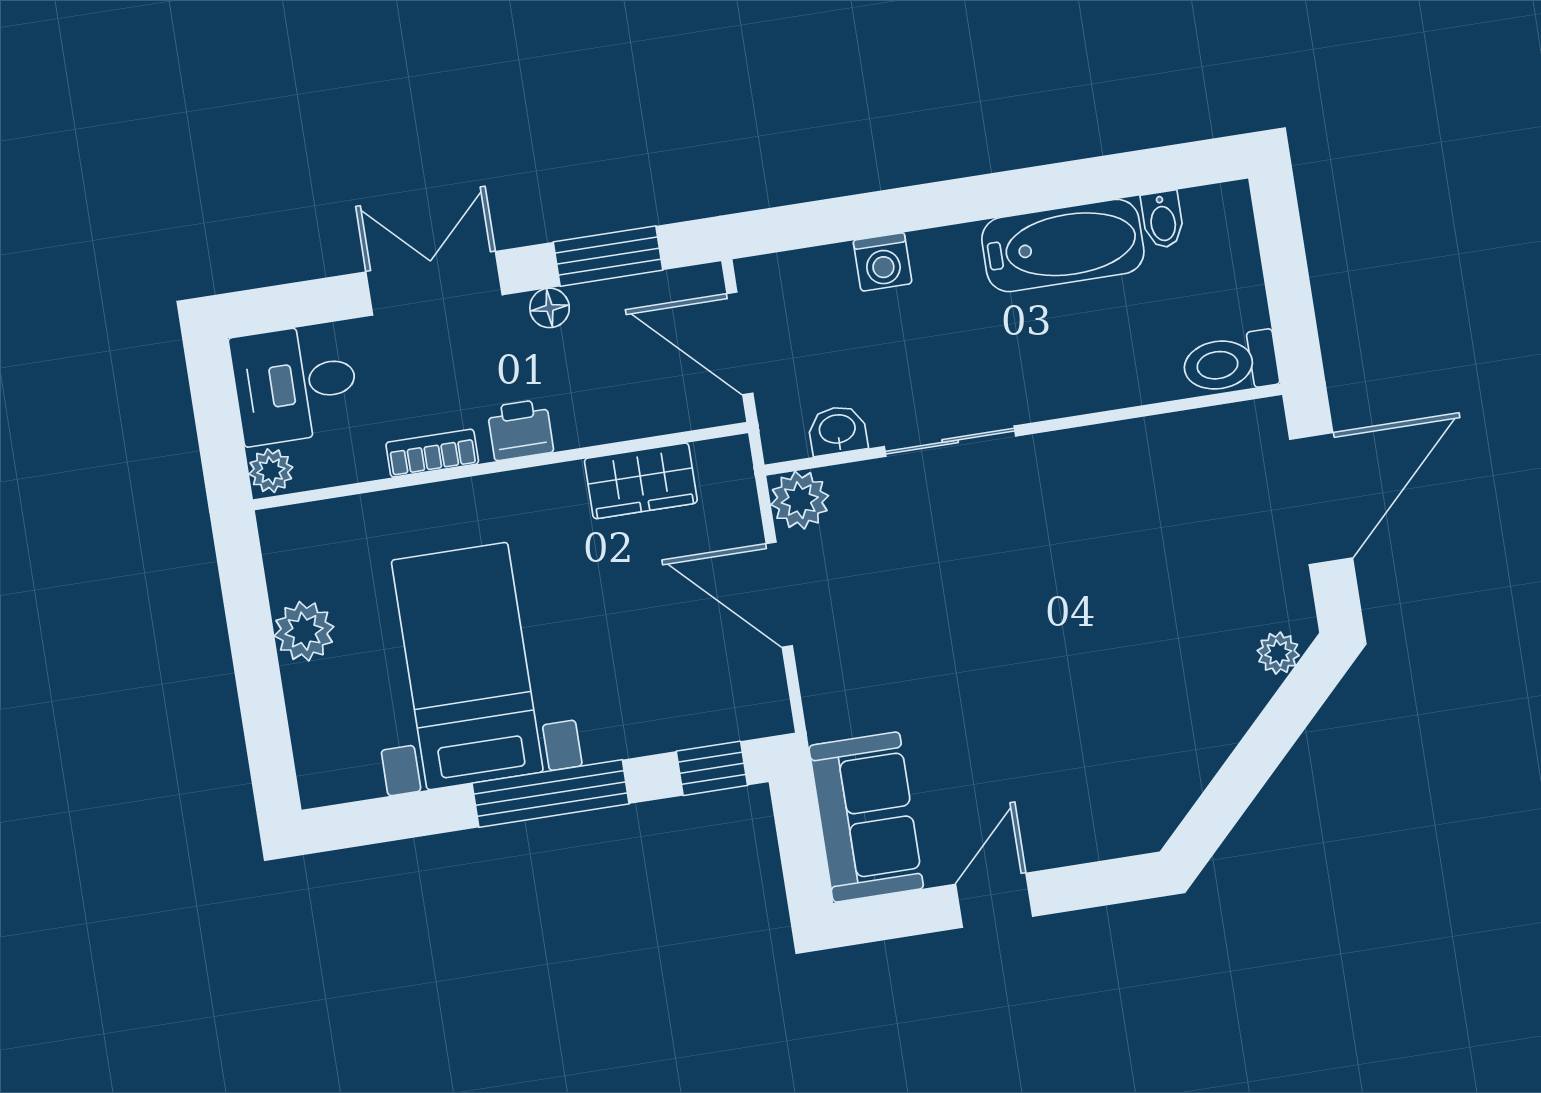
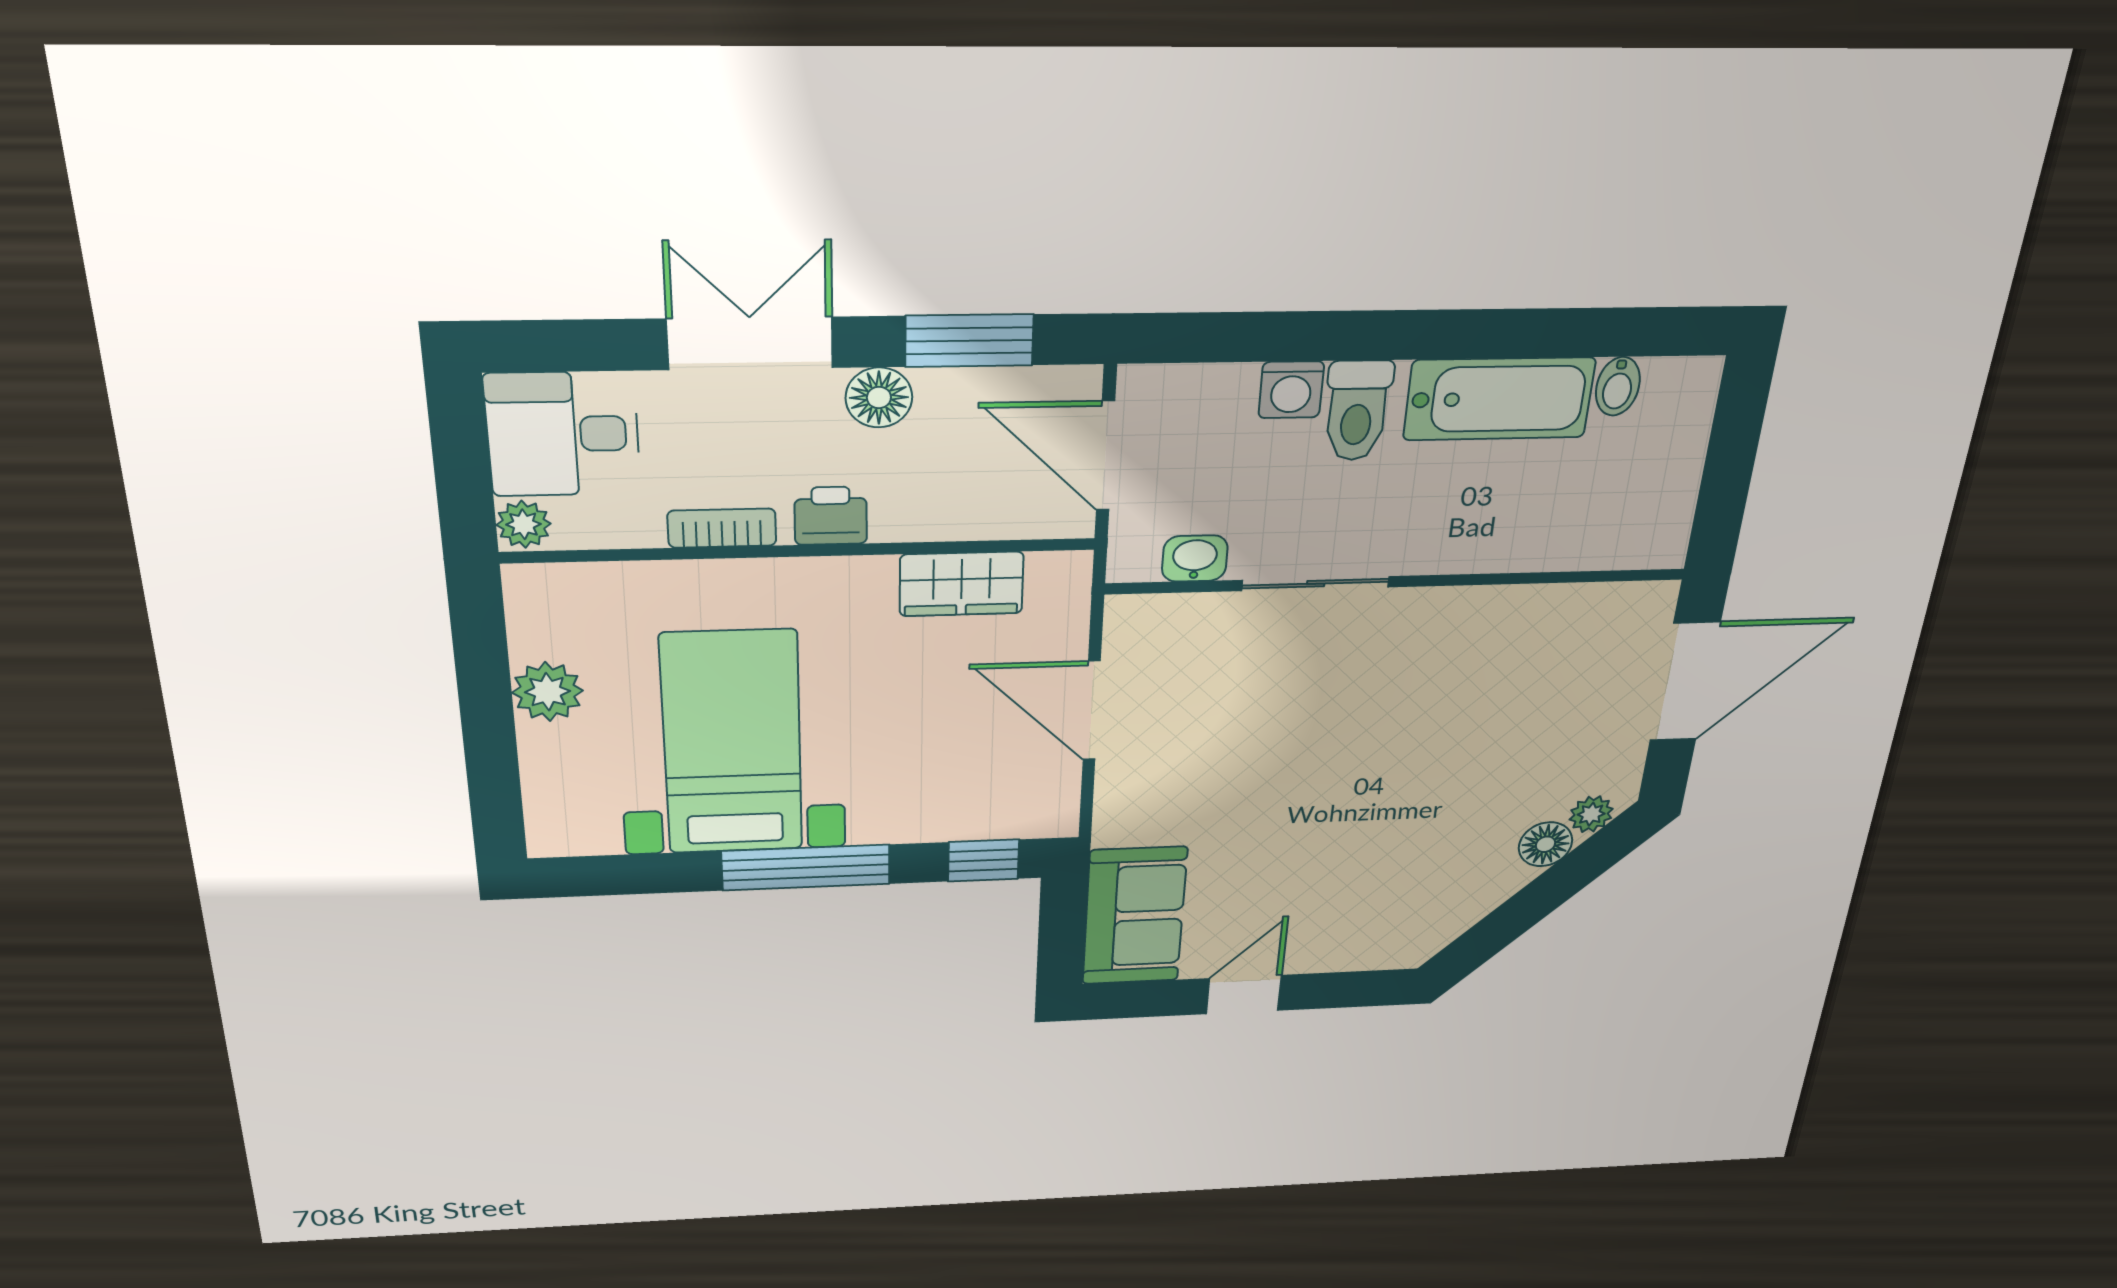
floor lamp: (550, 308) -> (879, 398), width x1.37, depth x1.37
toilet: (1230, 363) -> (1357, 411), moved, turned -90
plant: (800, 500) -> (1136, 623), removed
floor lamp: (1244, 692) -> (1546, 844), added

